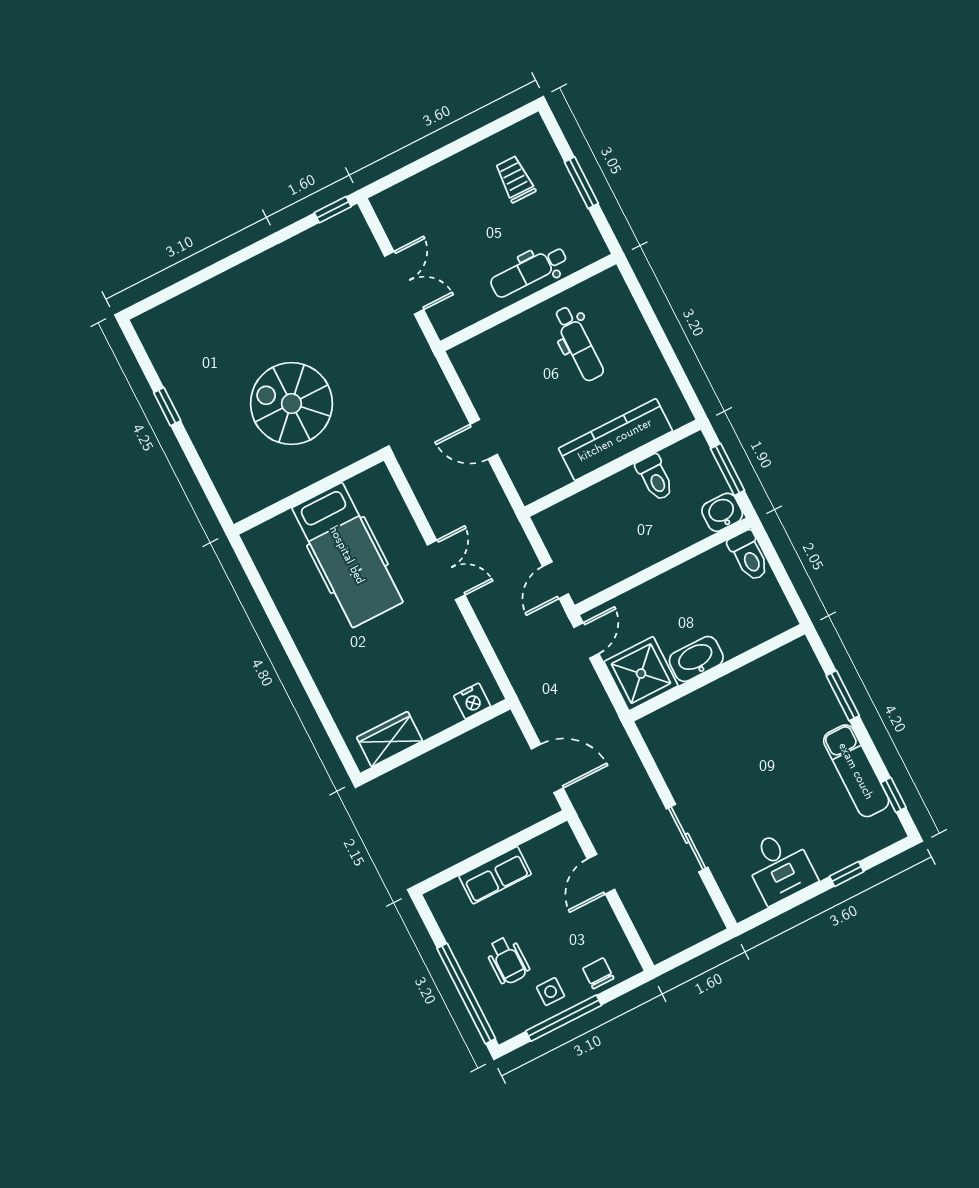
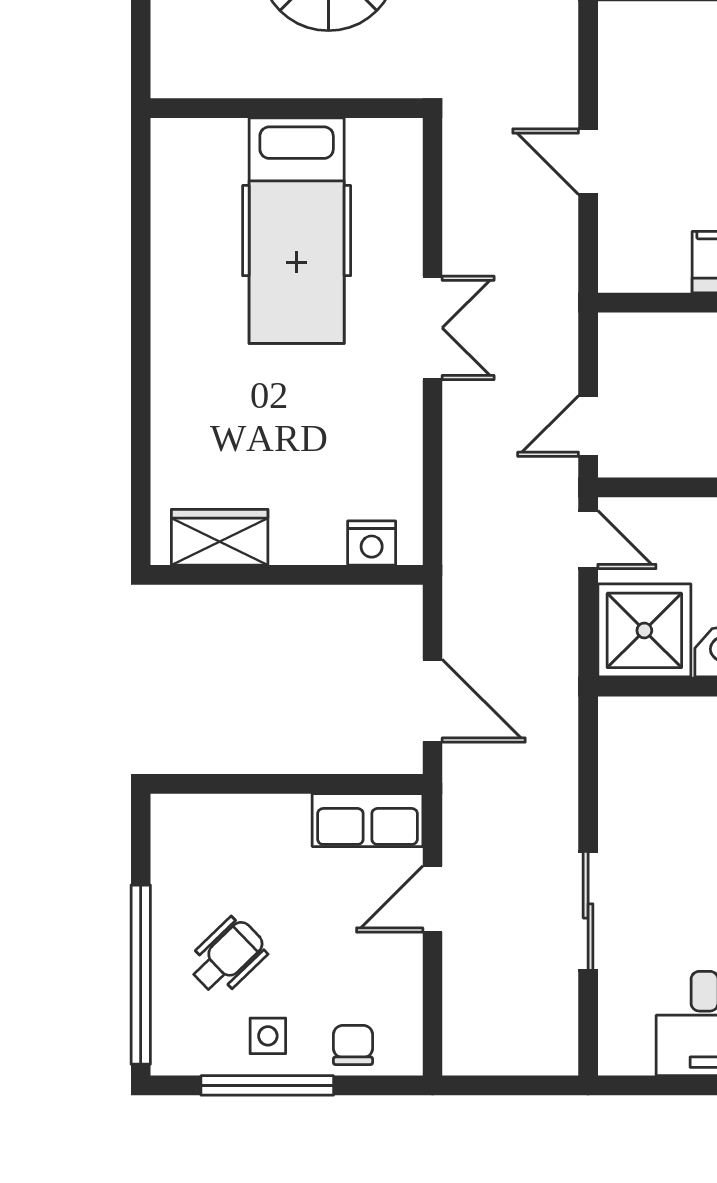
door: (586, 640) -> (588, 540), hinge flipped
row of seats: (495, 875) -> (368, 820), moved
wheelchair: (507, 960) -> (227, 956), turned -134

